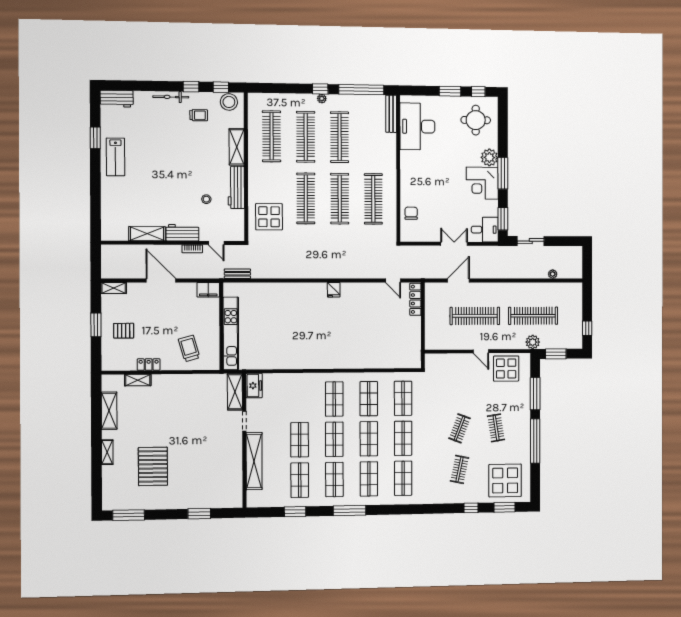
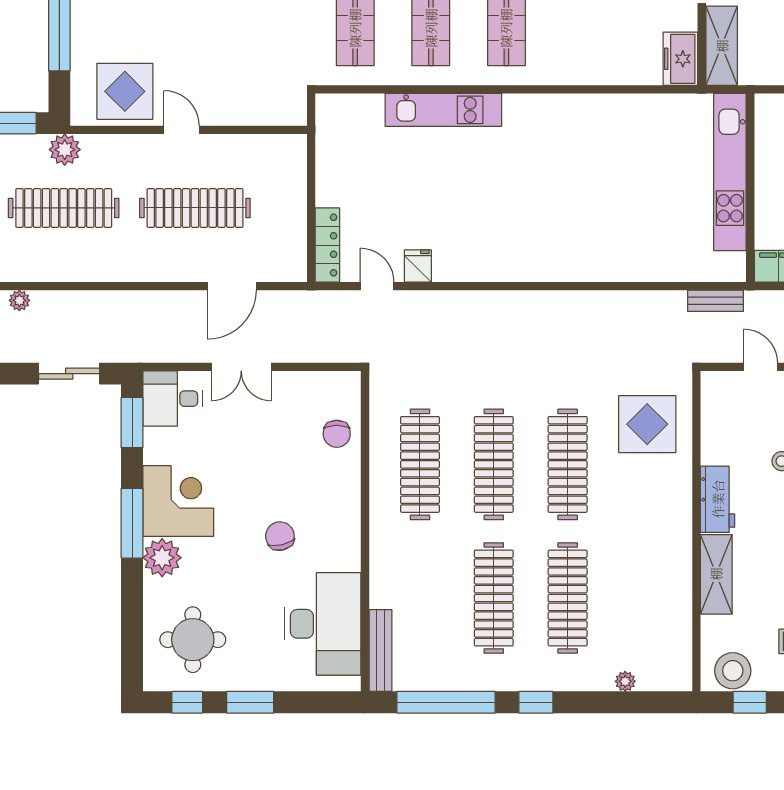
plant: (322, 99) -> (625, 681), moved
clothes rail: (272, 136) -> (641, 598), removed
chair: (437, 167) -> (280, 536), added
workbench: (236, 187) -> (718, 499), width x0.73
fridge: (334, 290) -> (418, 266), moved
kitchen unit: (363, 361) -> (443, 110), added

